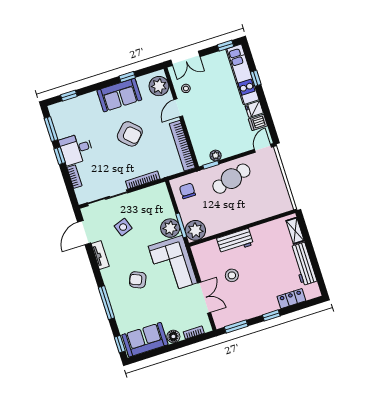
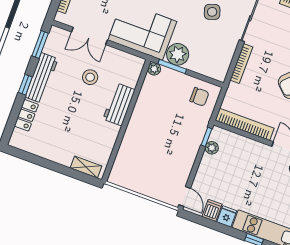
cafe table: (231, 179) -> (179, 146), removed
plant: (195, 230) -> (154, 69), width x0.53, depth x0.53
workbench: (303, 264) -> (41, 78), moved, turned 90

